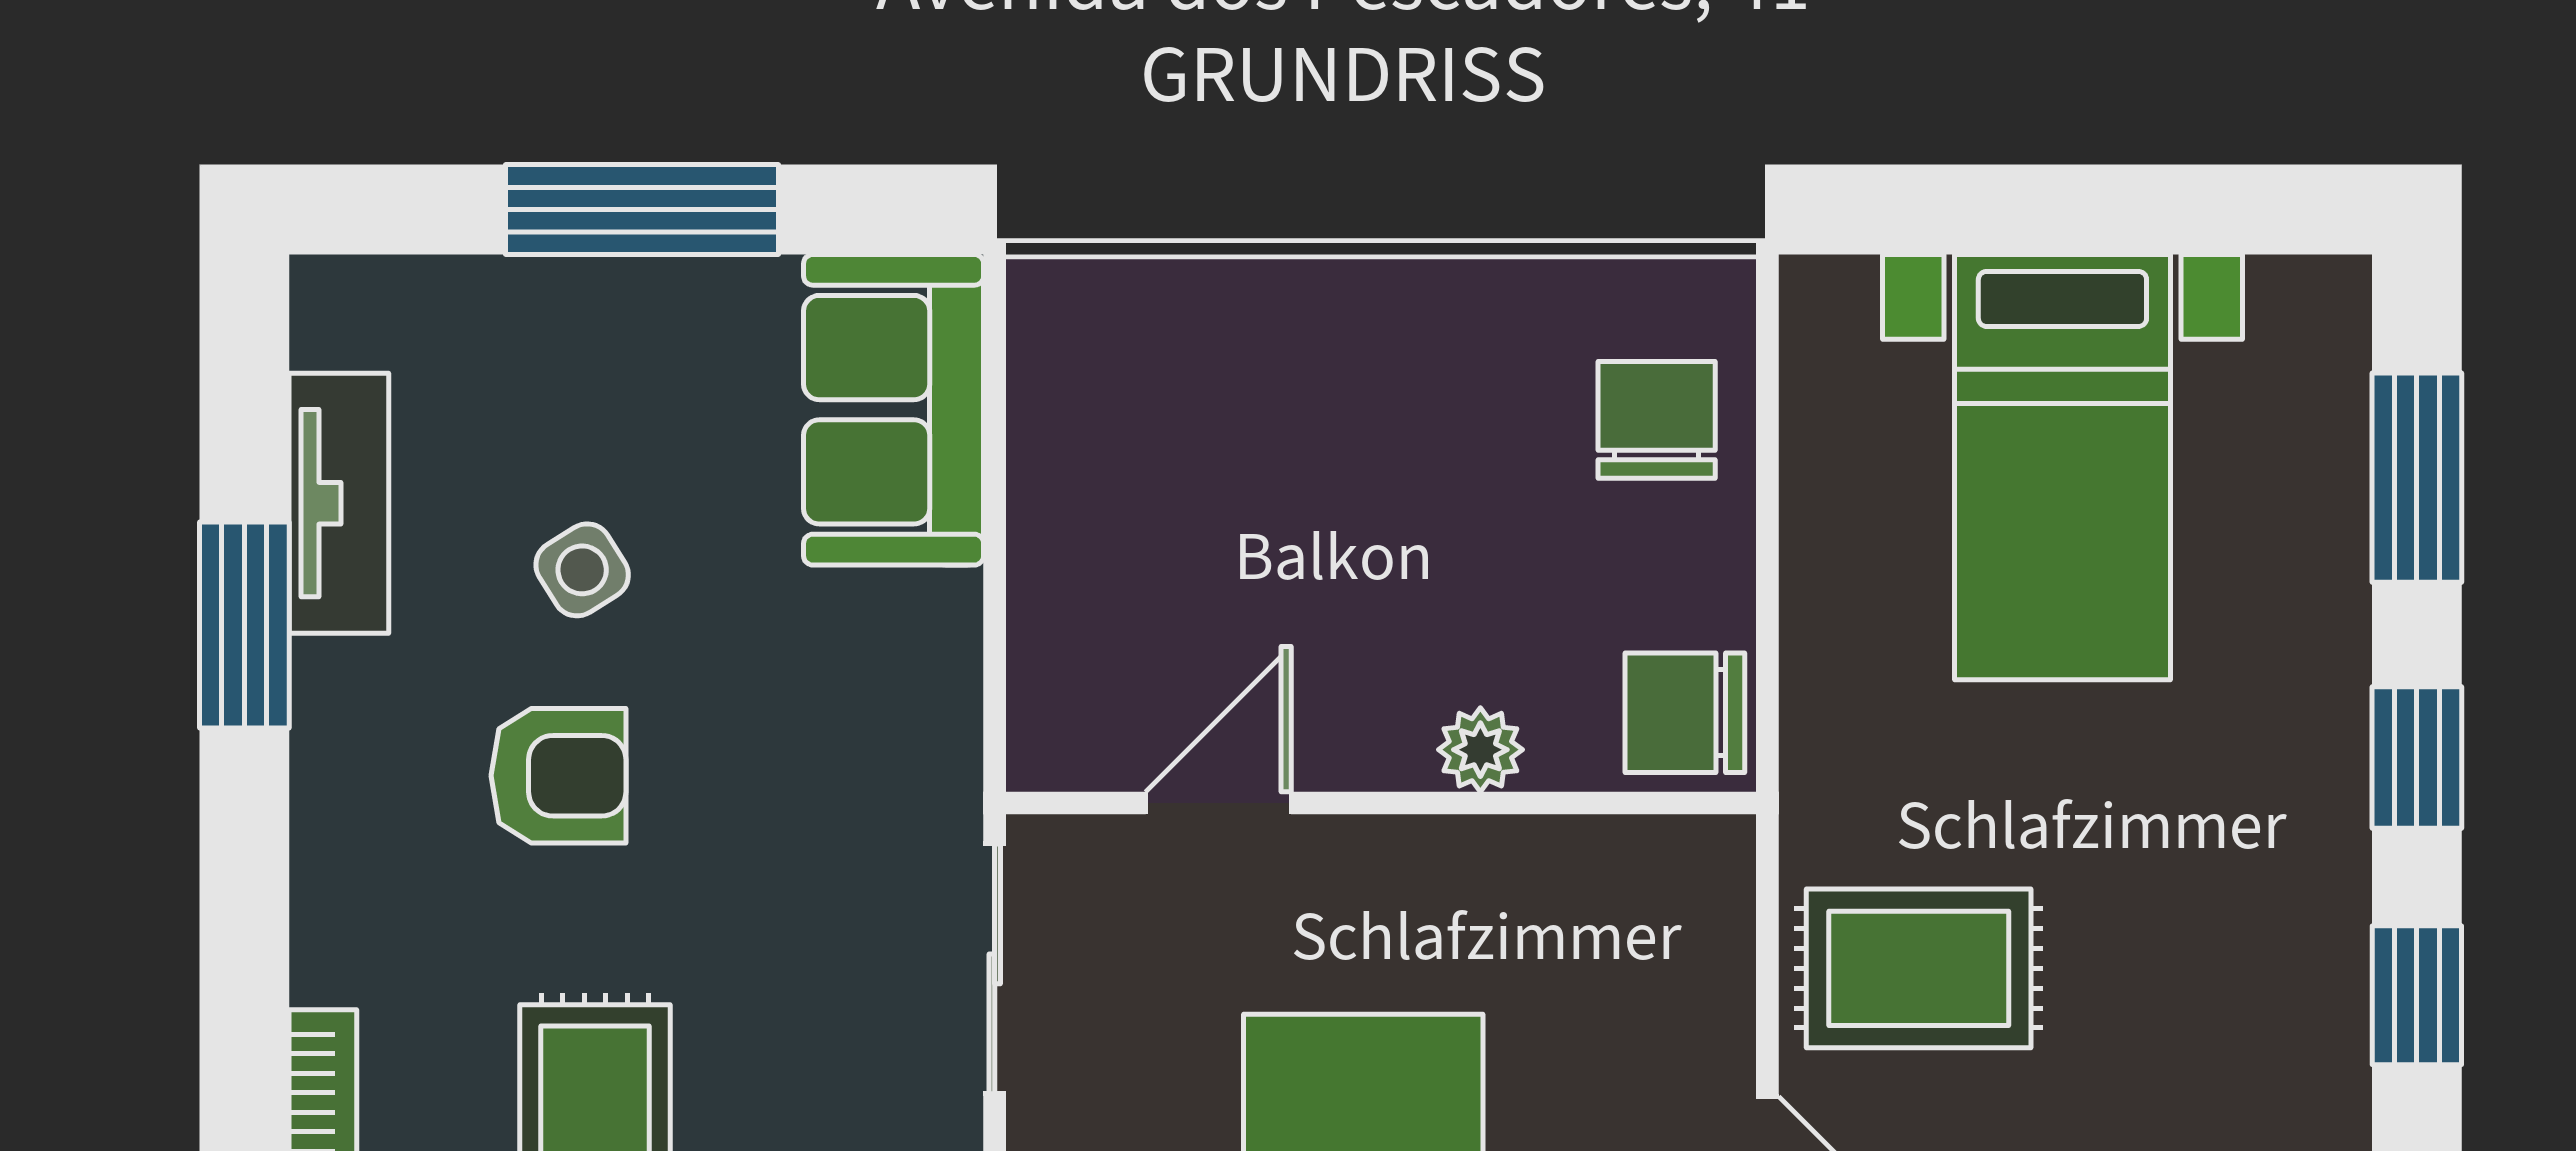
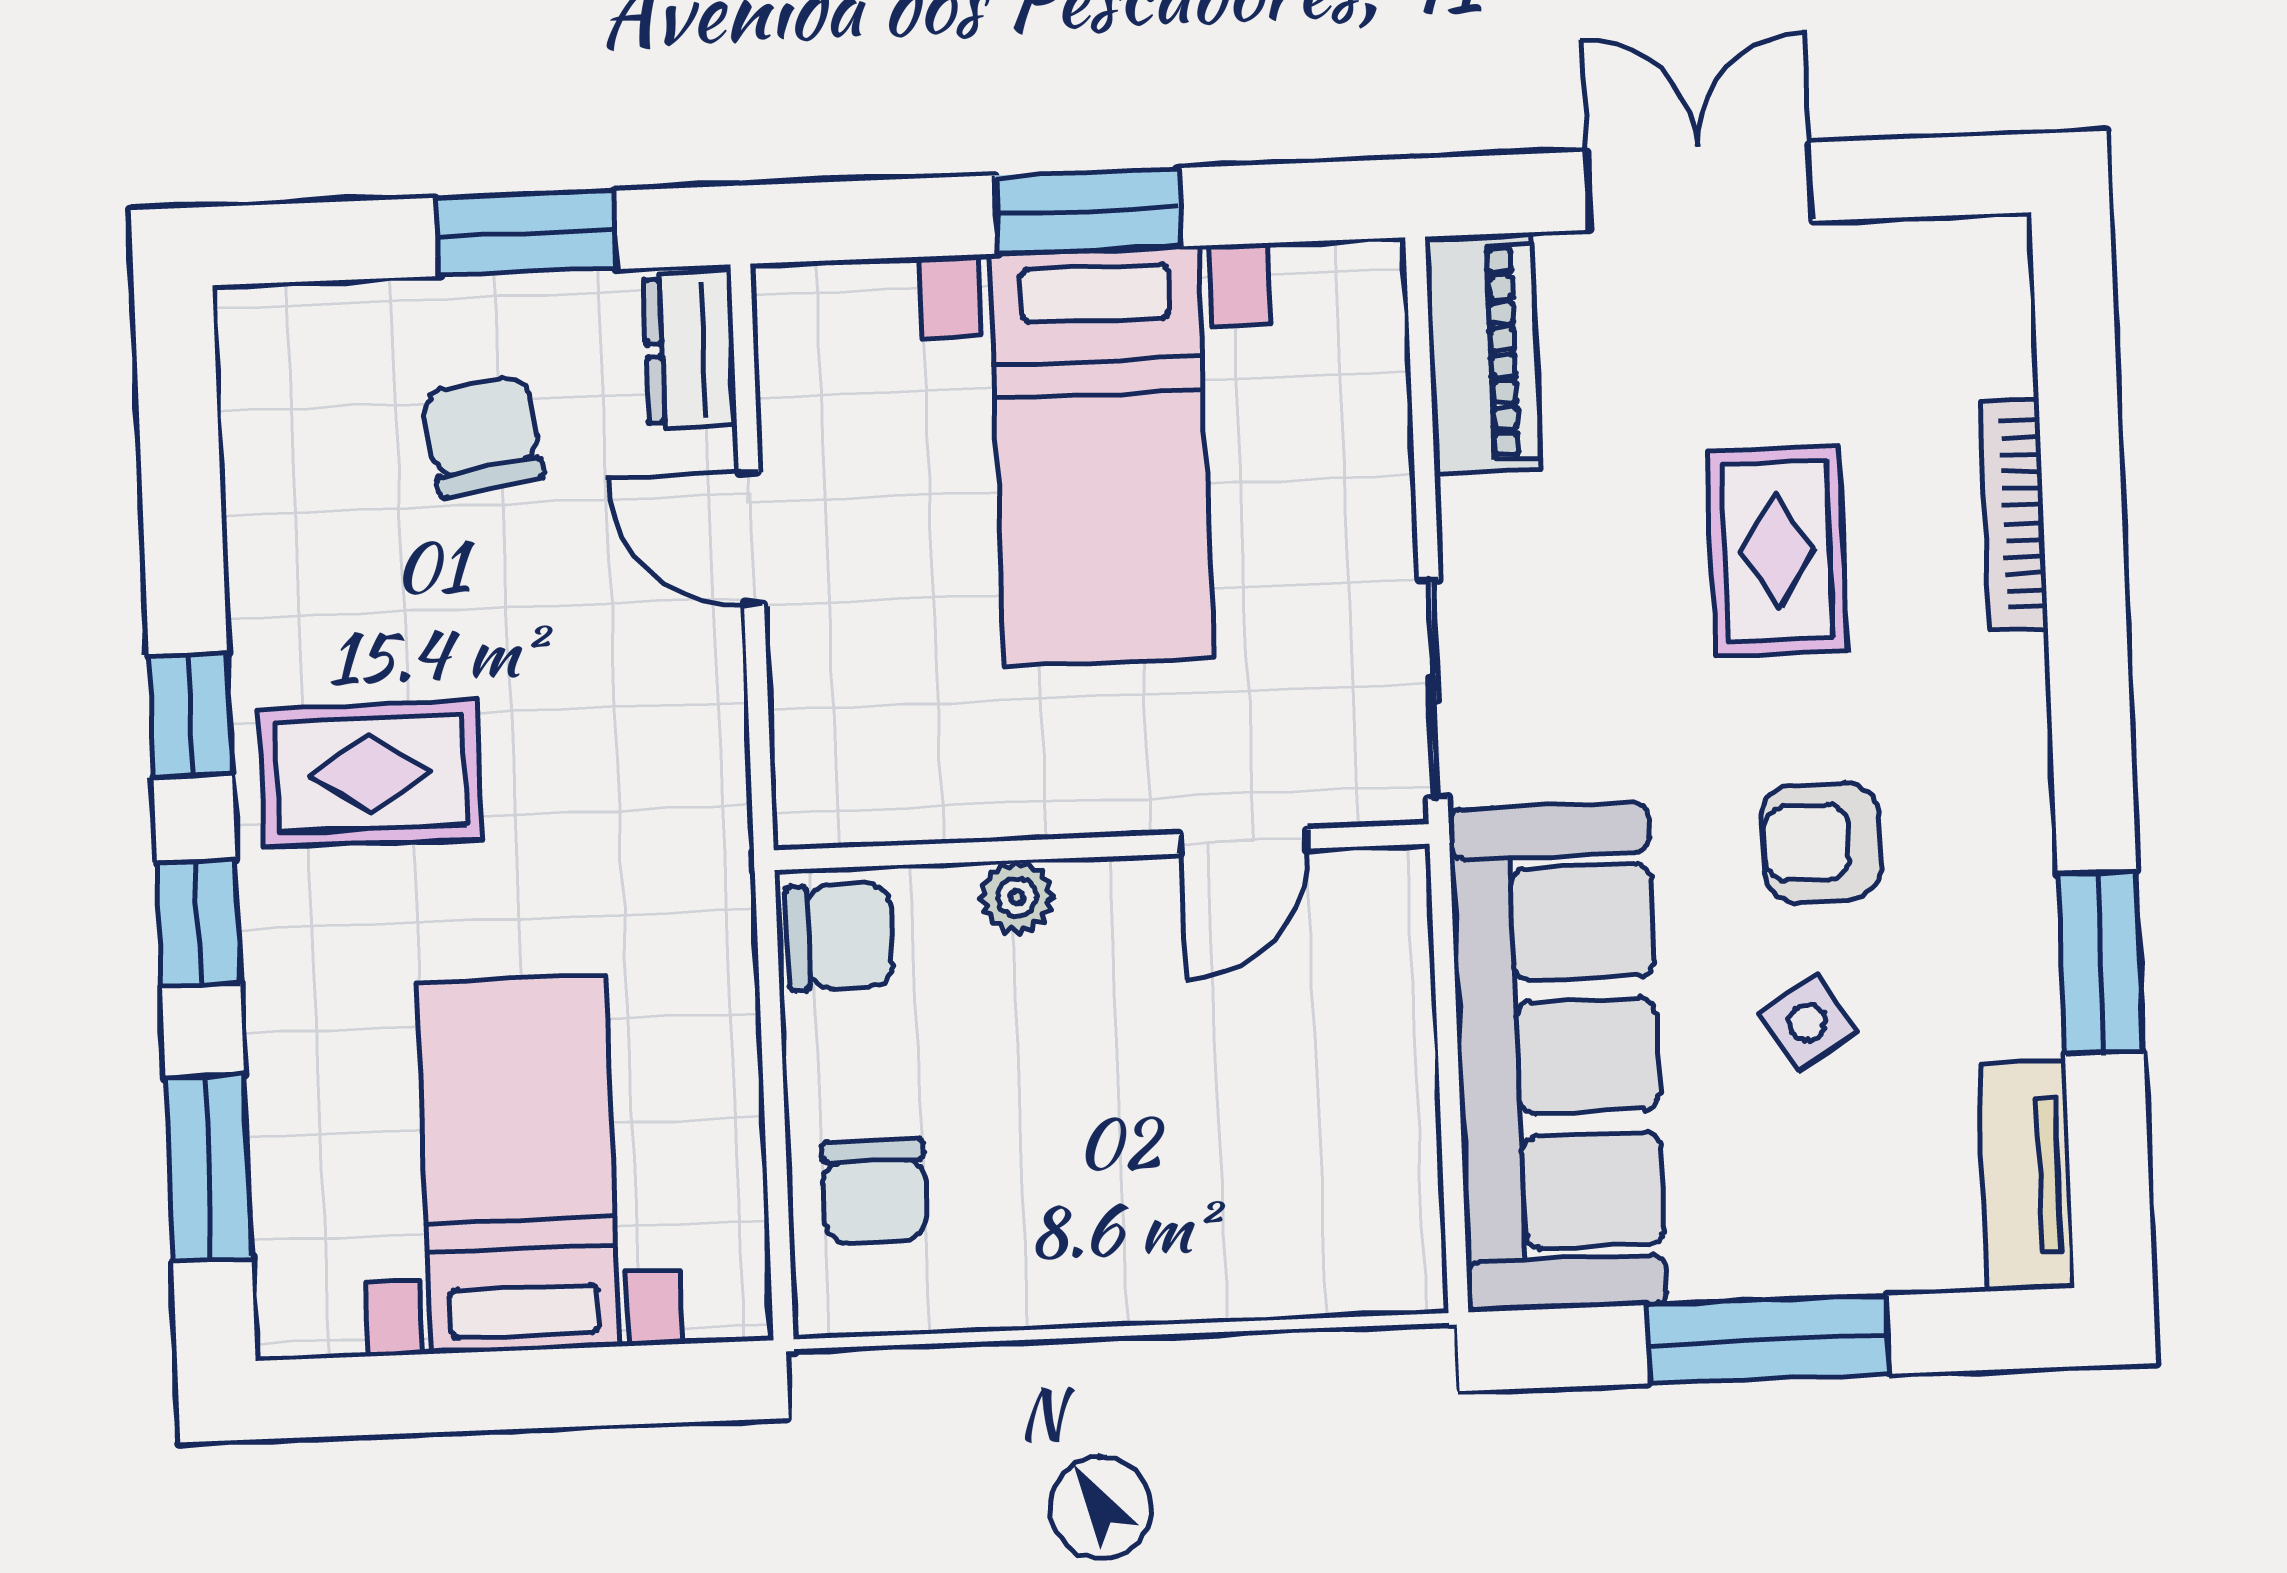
sofa: (894, 410) -> (1558, 1057), width x1.85, depth x1.27
tv unit: (339, 503) -> (2027, 1176), moved
rug: (1919, 968) -> (370, 774), moved

